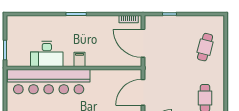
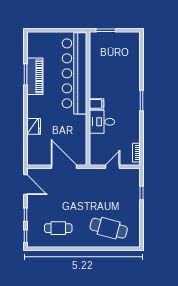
door: (143, 43) -> (113, 167), width x0.53
cafe table: (205, 47) -> (109, 228), width x1.37, depth x1.35
desk: (47, 54) -> (102, 122), moved, width x0.73

